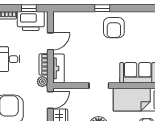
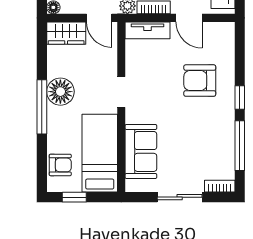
window: (134, 8) -> (240, 146), added
armchair: (114, 28) -> (200, 81), moved

